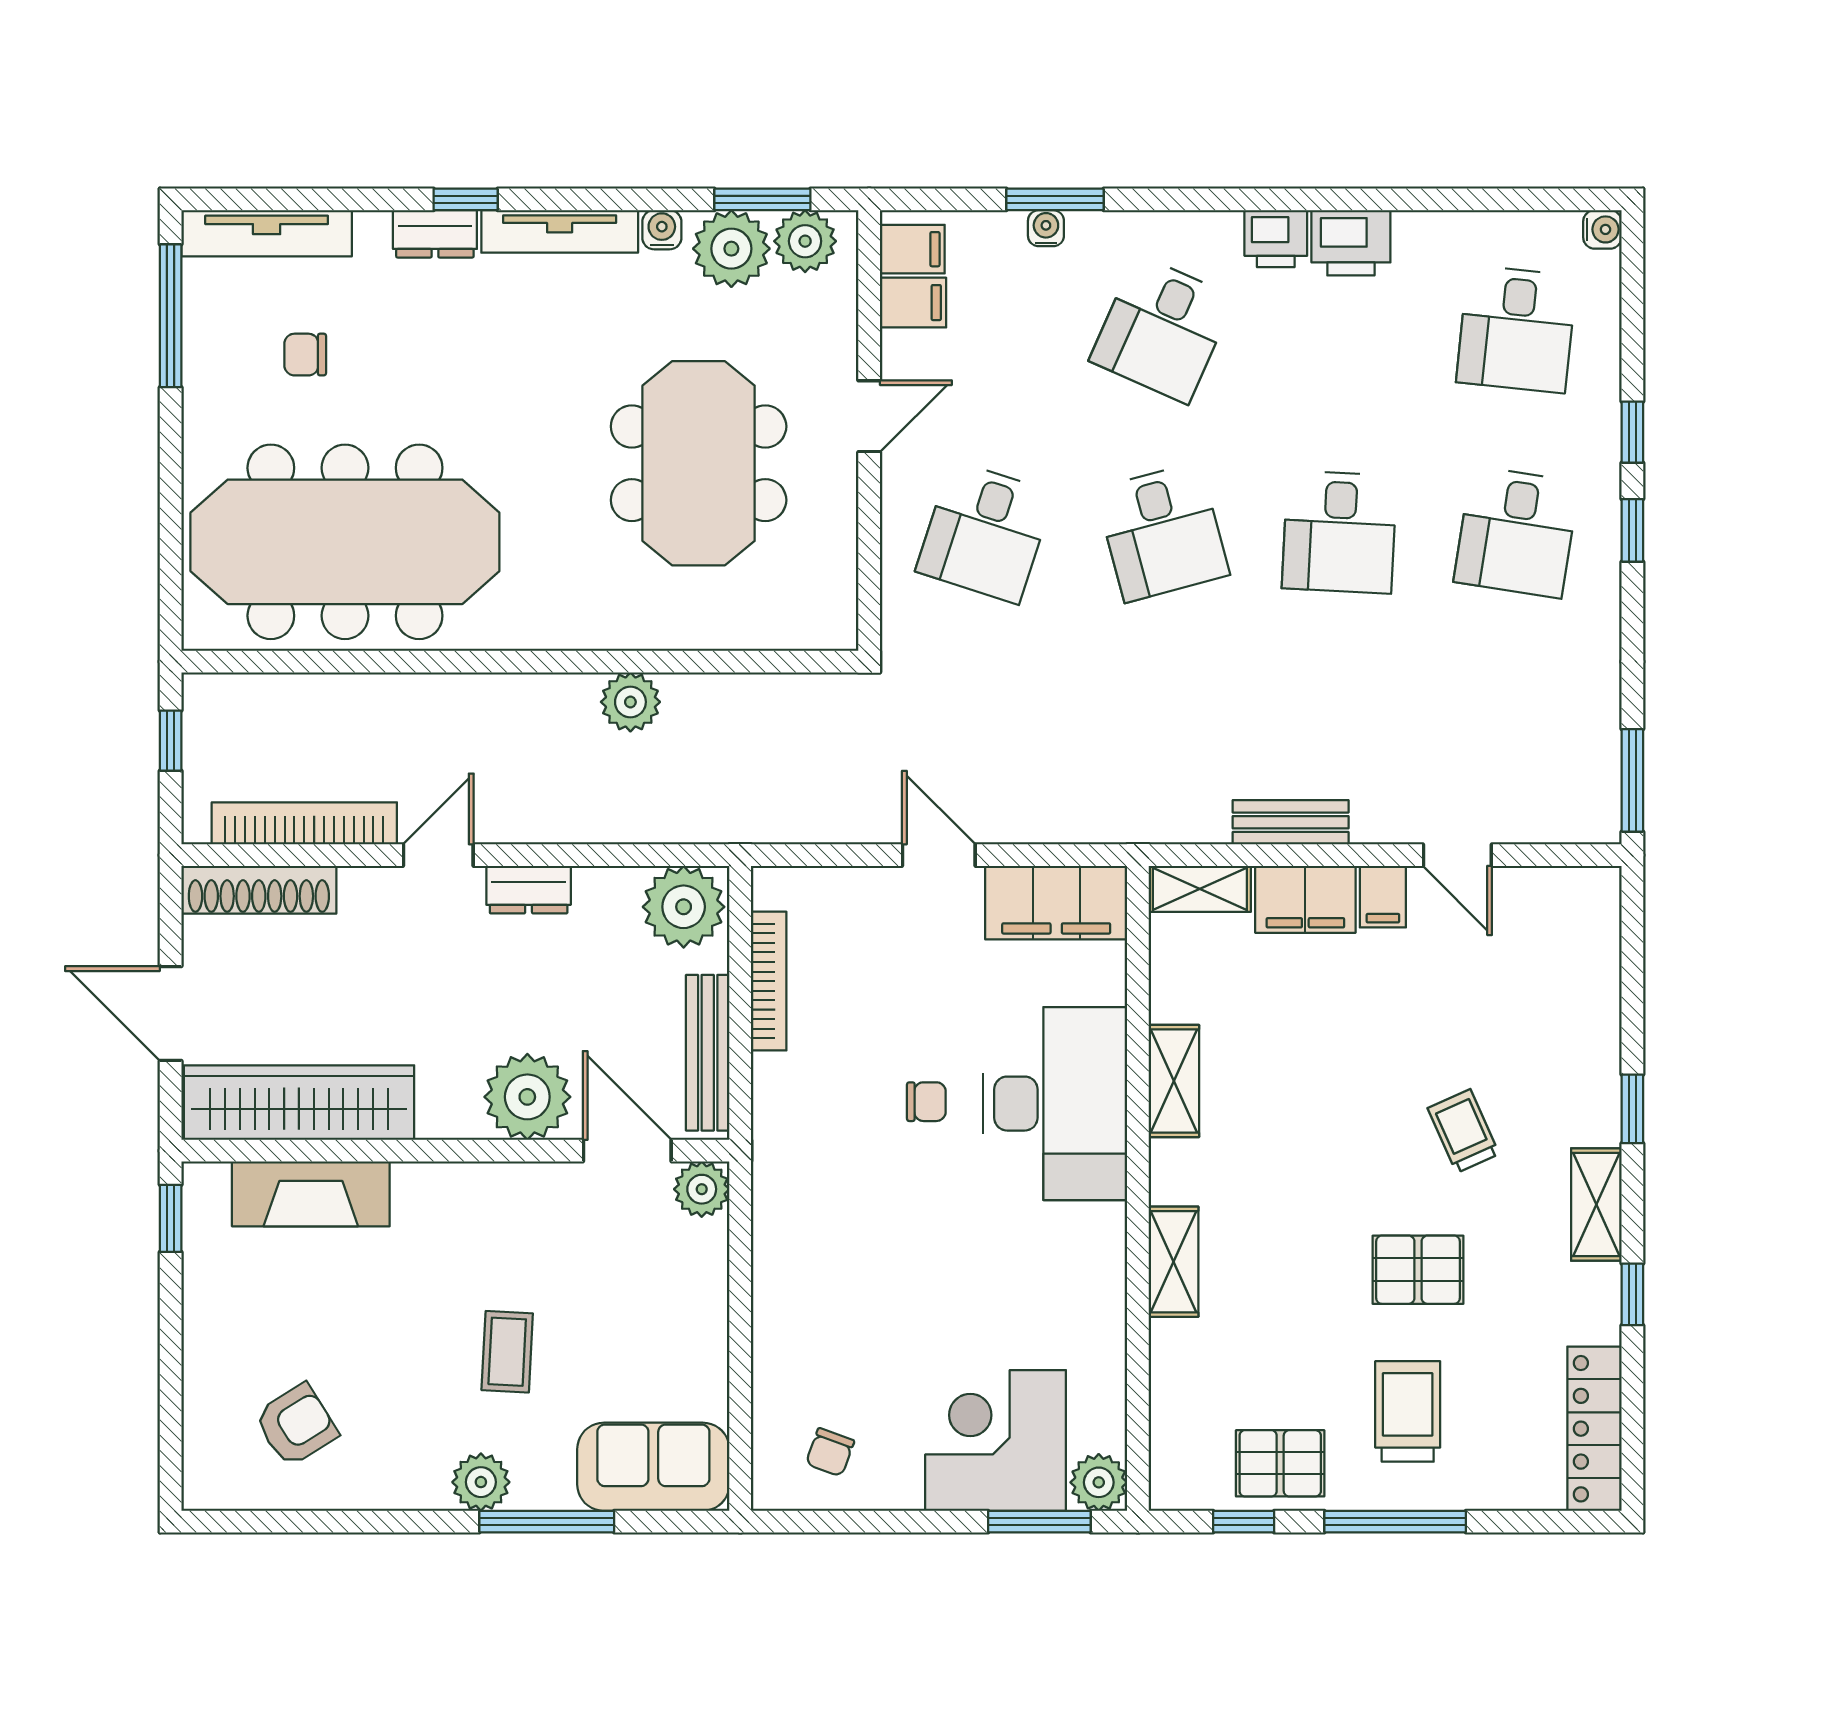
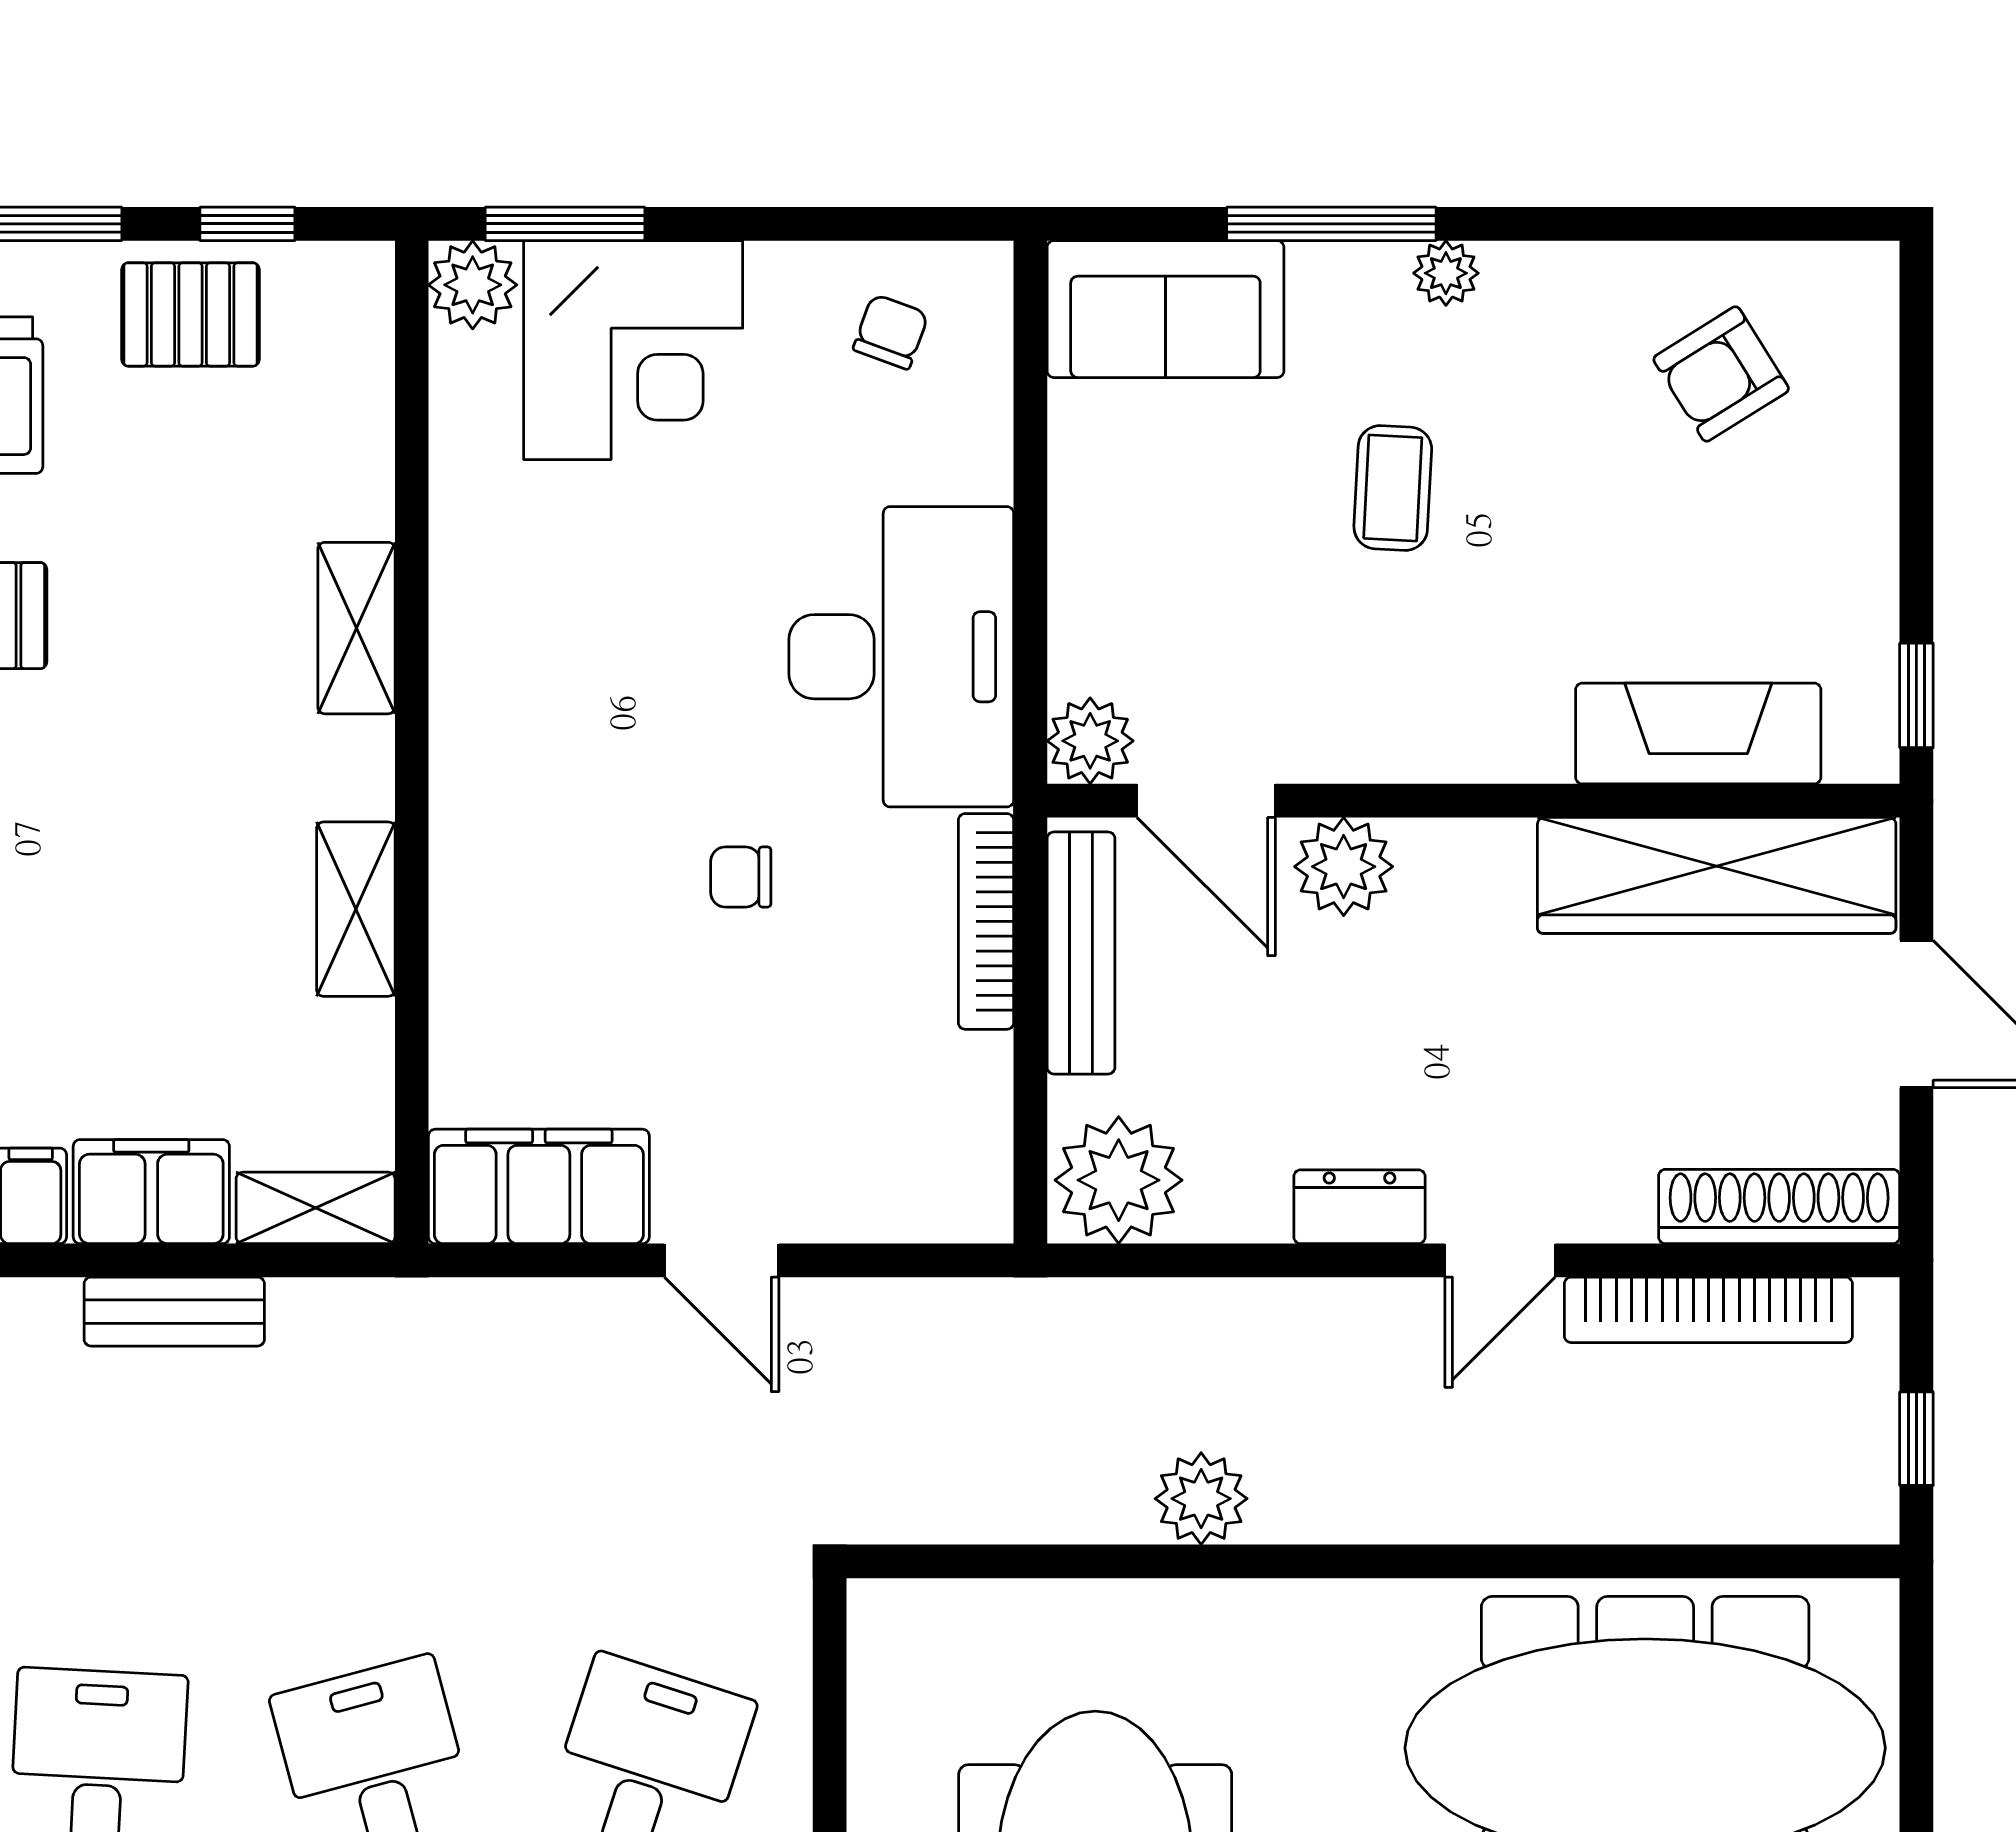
bookcase: (769, 981) -> (986, 921), moved
plant: (527, 1097) -> (1344, 867), width x0.73, depth x0.73
desk: (1055, 1104) -> (901, 657), moved, turned 180
plant: (481, 1482) -> (1446, 273), width x0.73, depth x0.73

